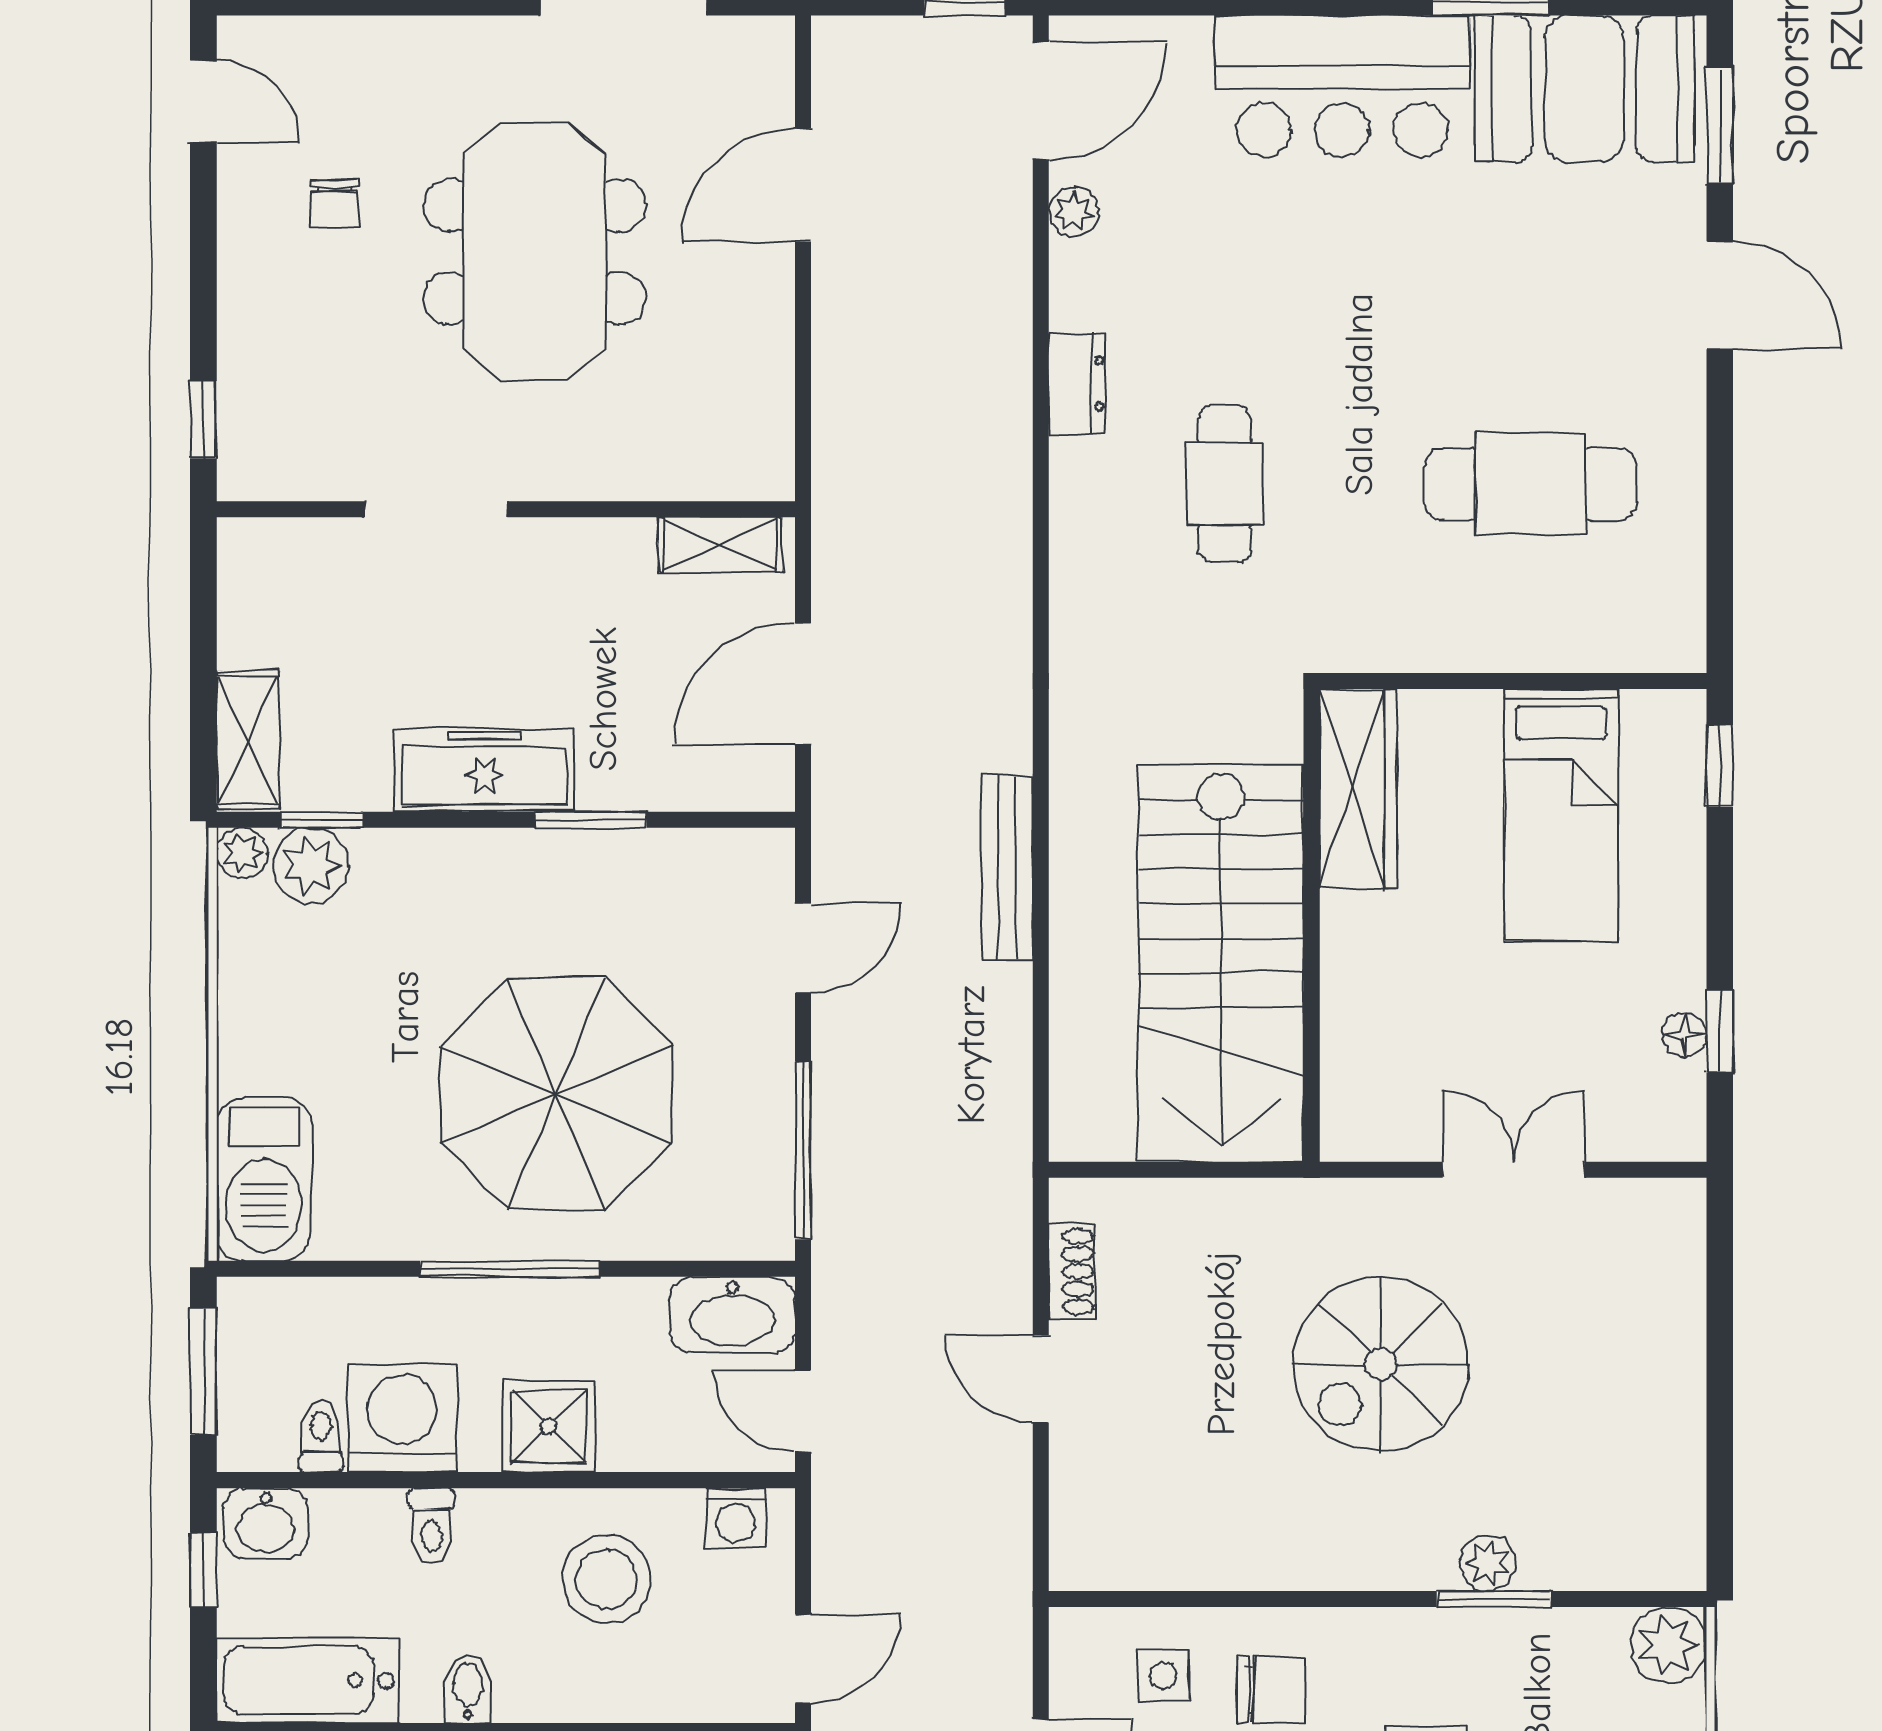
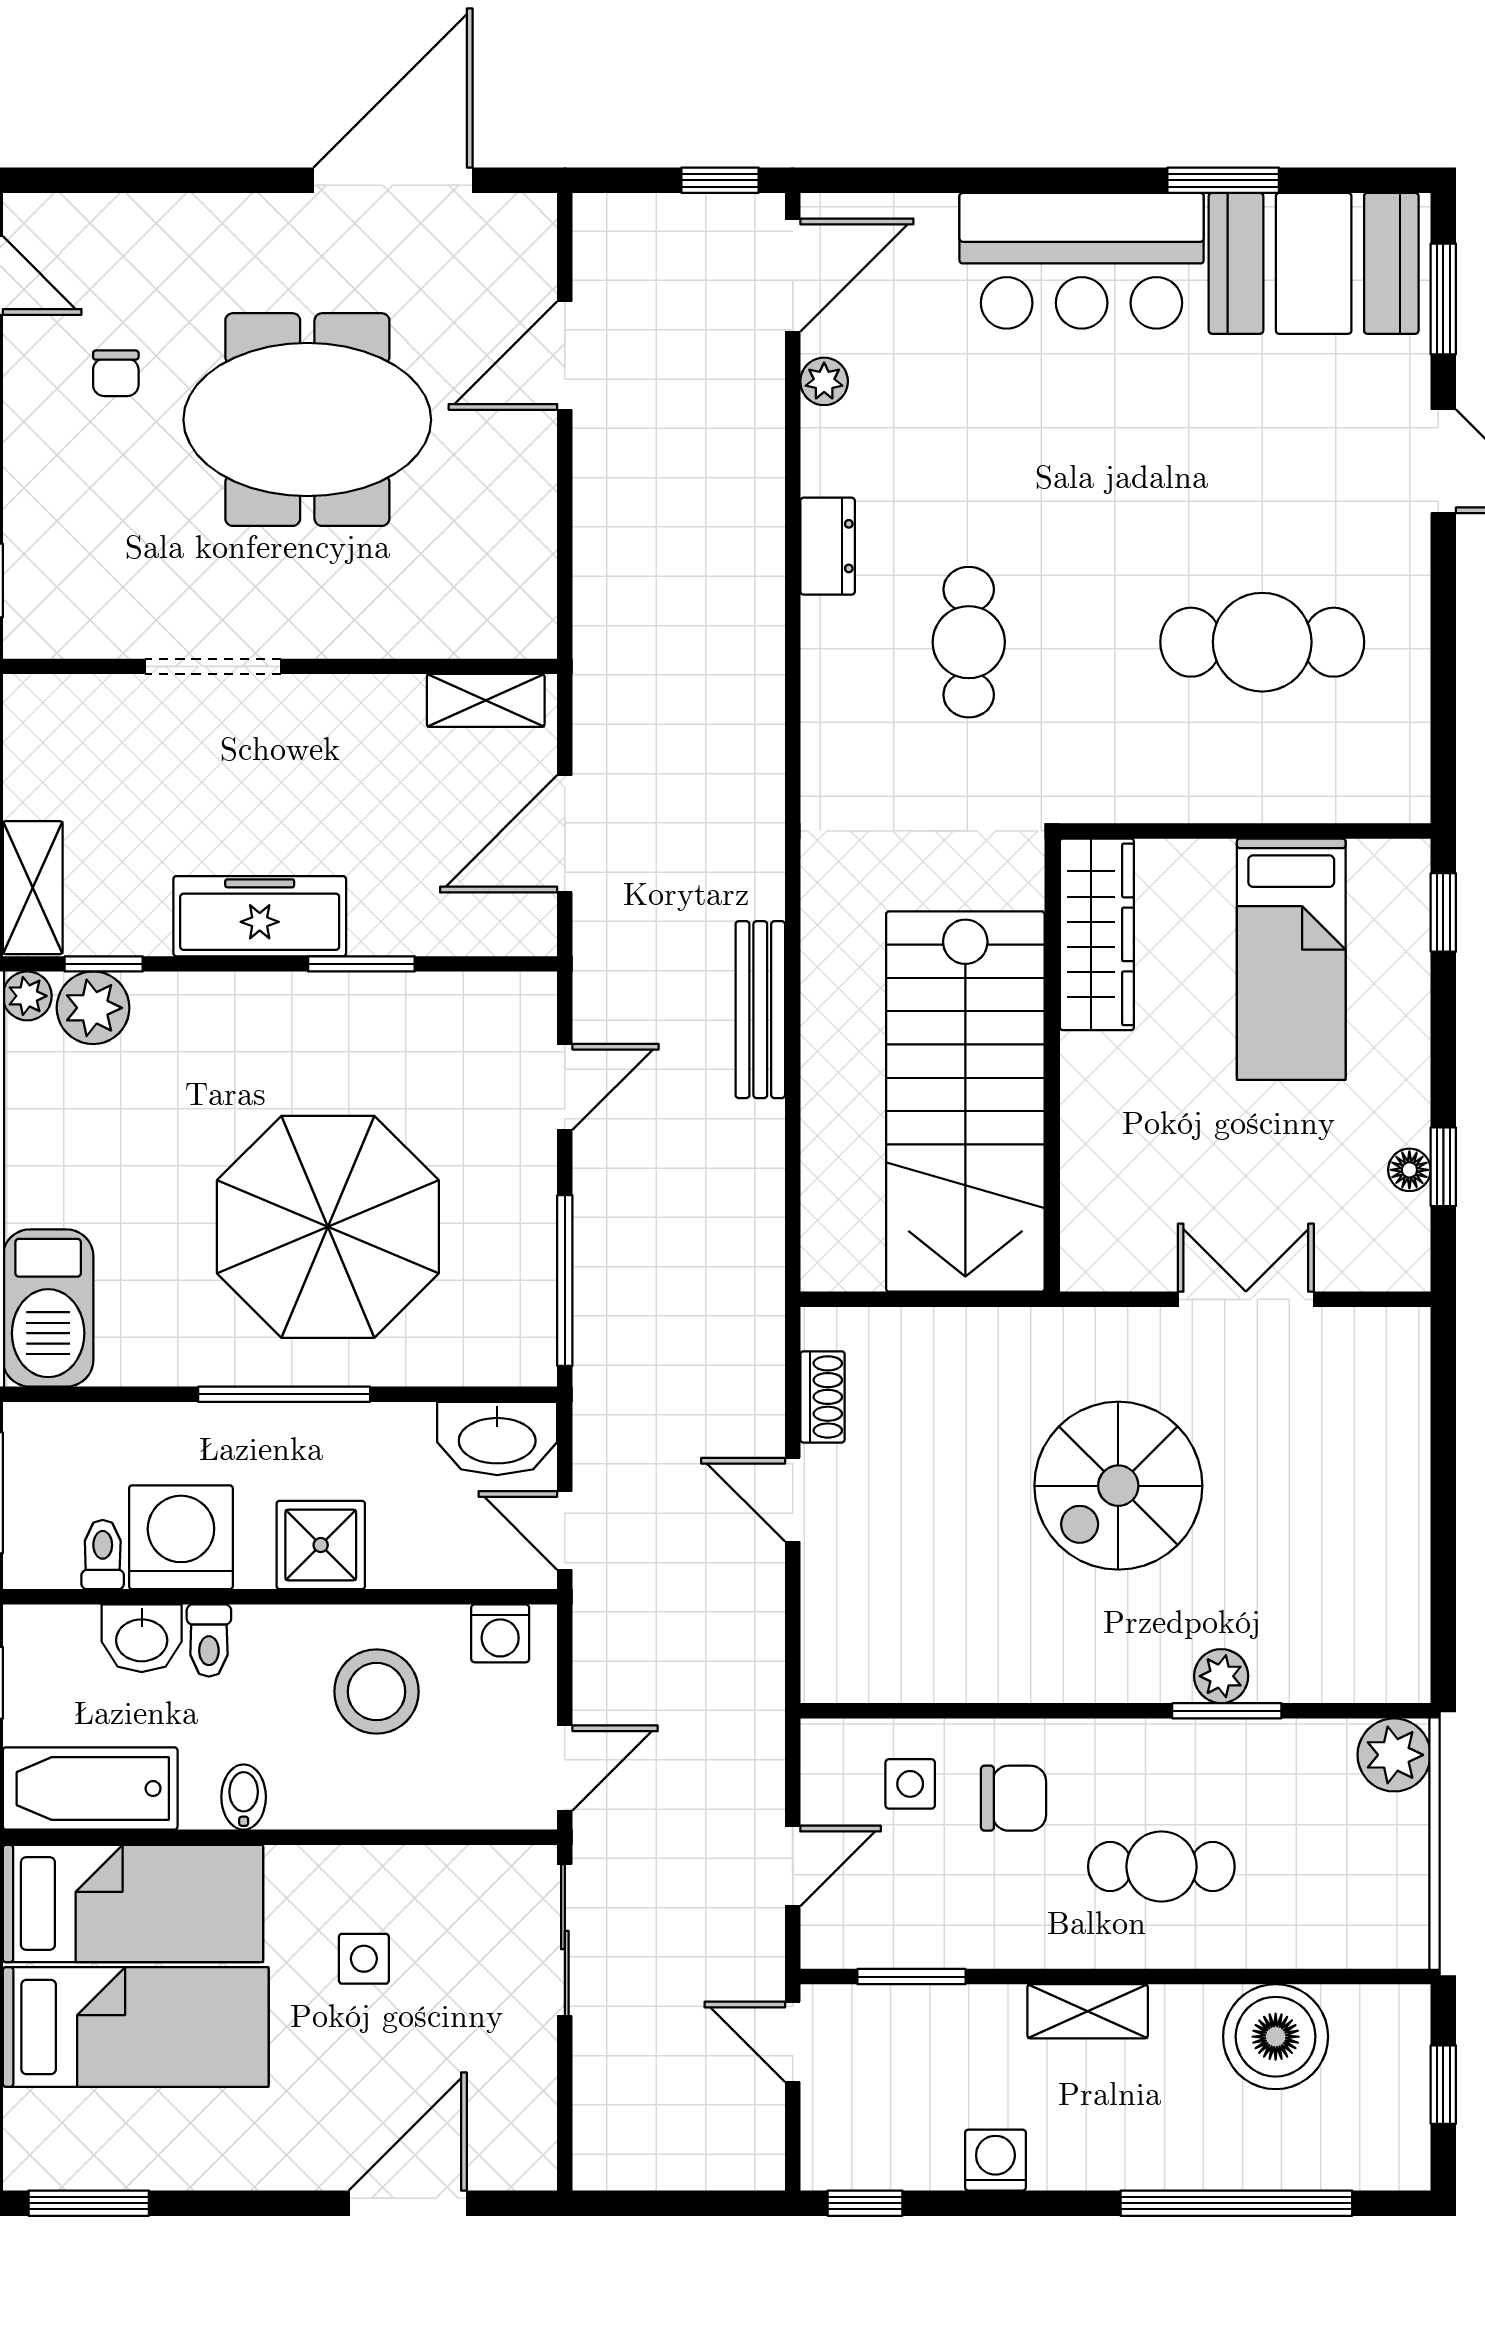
meeting table: (534, 252) -> (307, 420), turned 90
washbasin: (266, 1523) -> (142, 1638), moved

